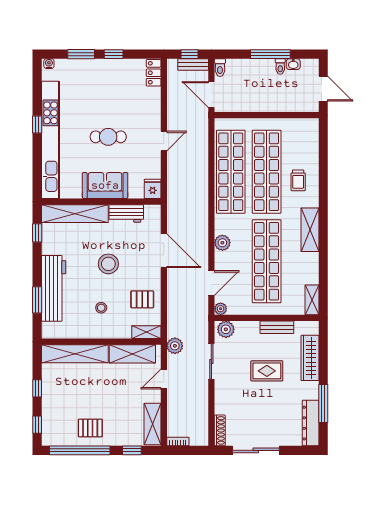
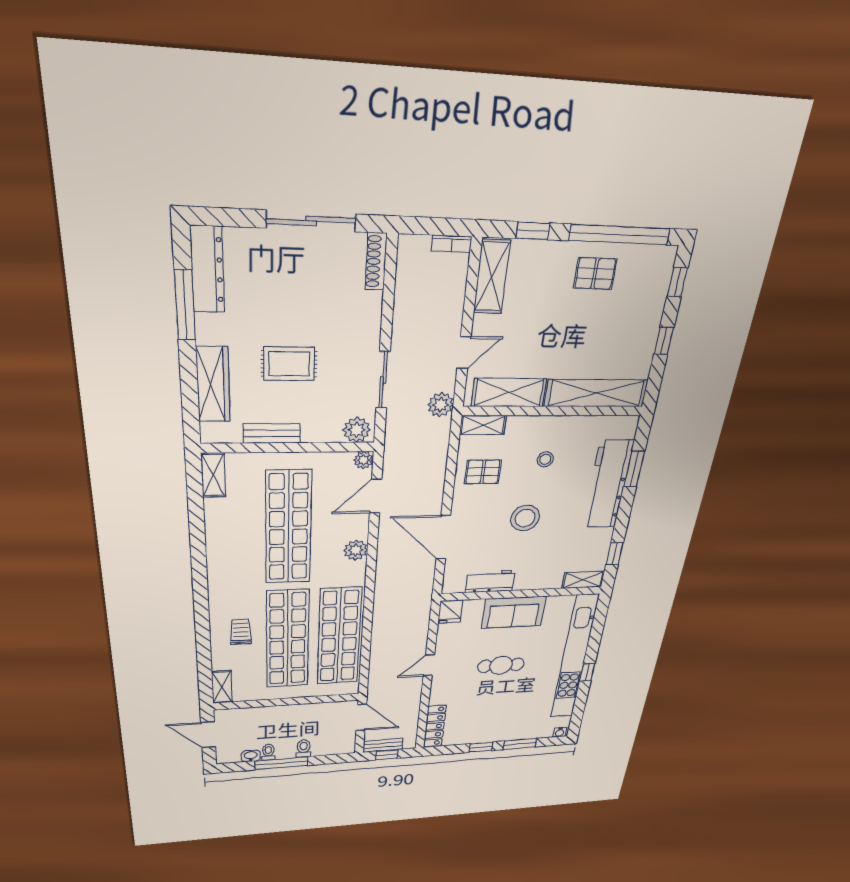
toilet: (220, 68) -> (304, 749), moved
locker: (154, 73) -> (435, 726), width x1.53
shelving: (75, 214) -> (583, 580), width x0.45, depth x0.75
shelving: (310, 230) -> (222, 687), moved, width x0.67, depth x0.75

